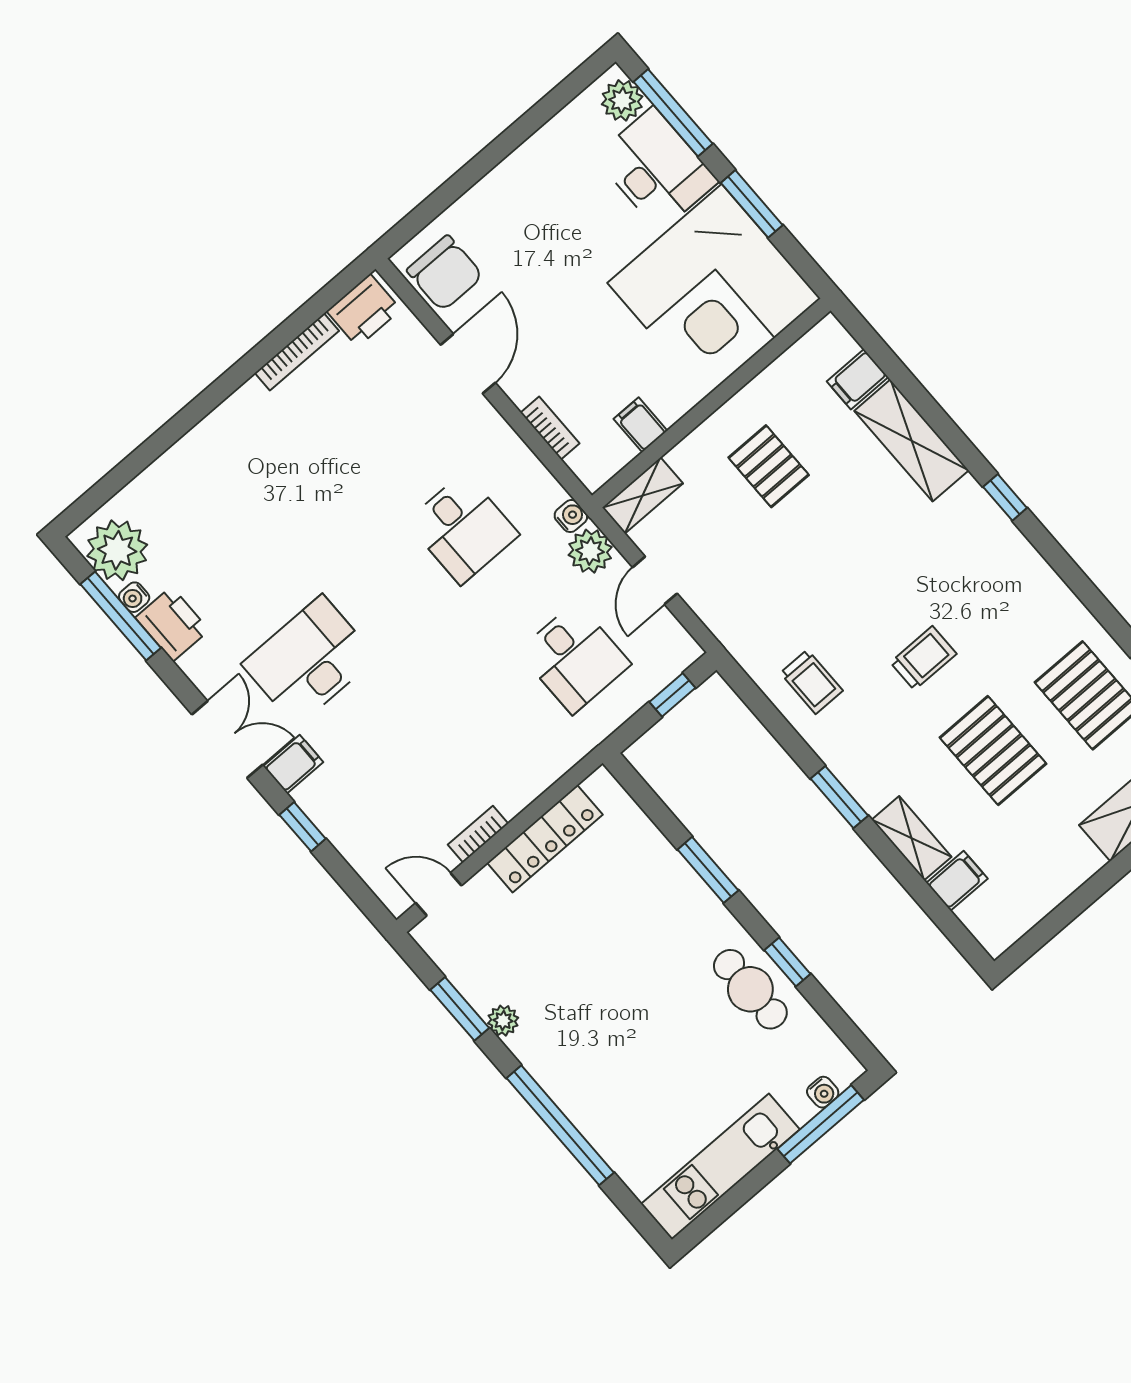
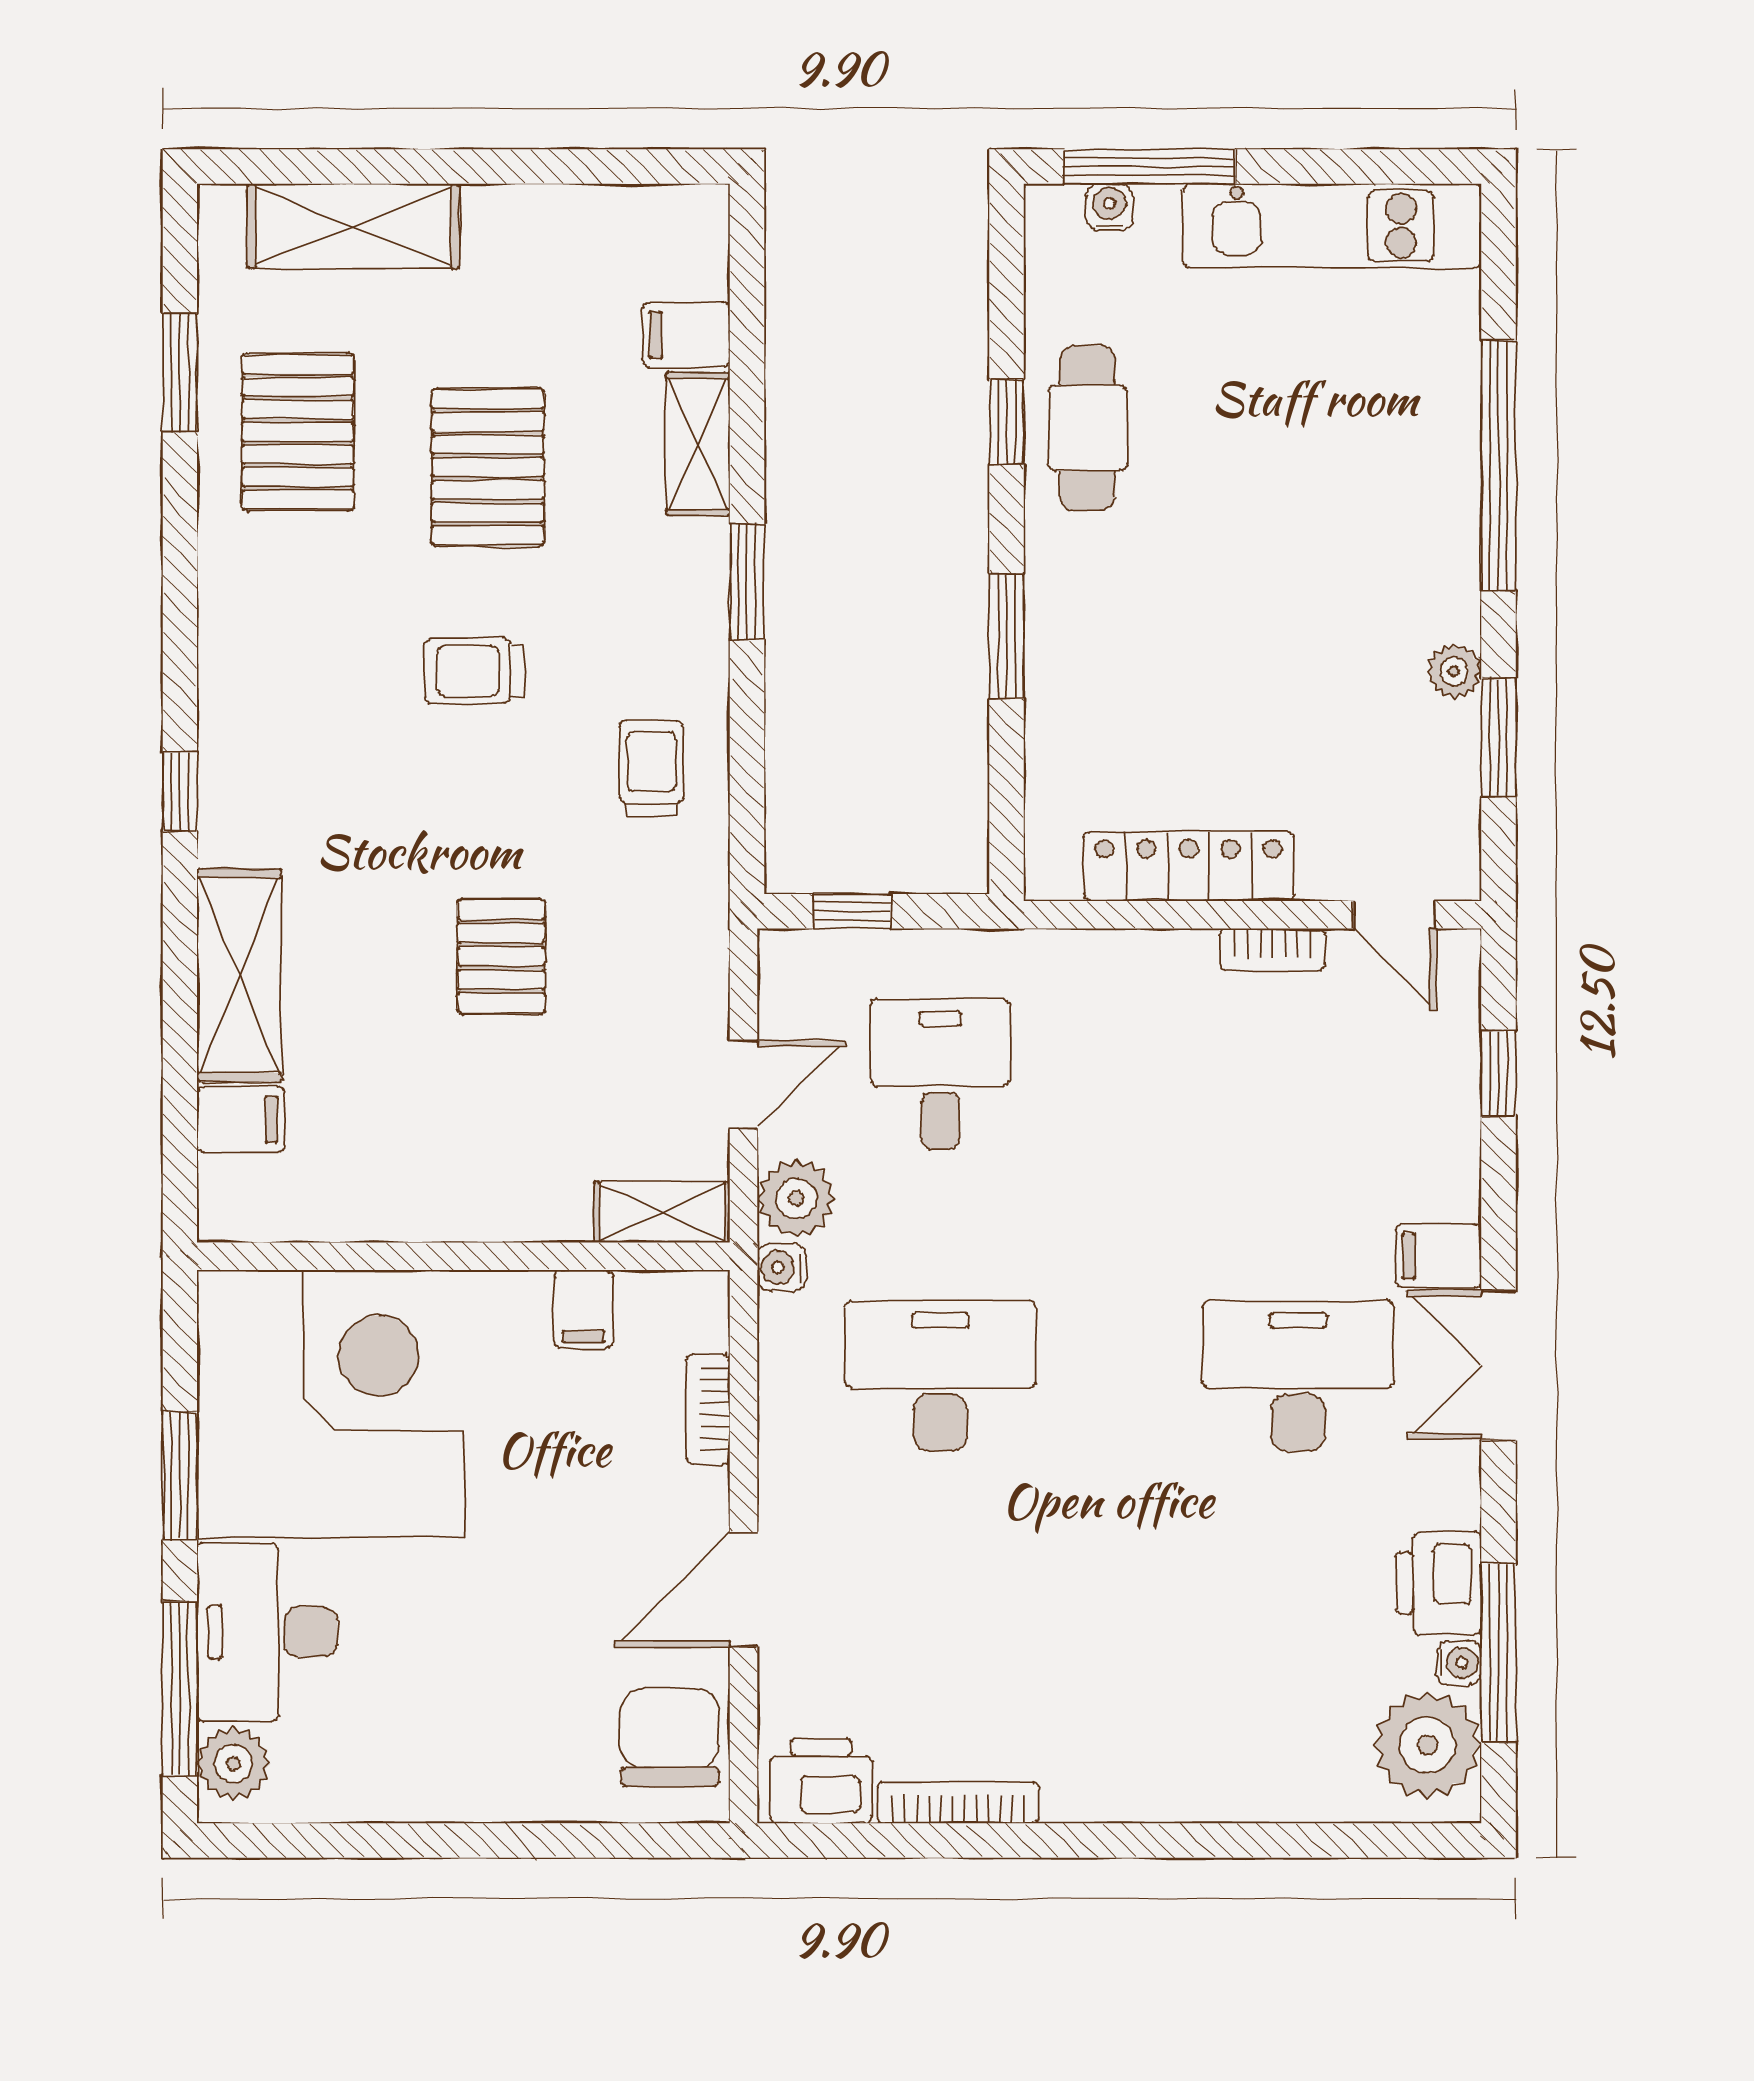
pallet: (769, 466) -> (501, 956), moved
desk: (463, 528) -> (940, 1376), width x1.37
desk: (309, 661) -> (1298, 1376), turned 180
window: (303, 827) -> (1498, 1073), moved

